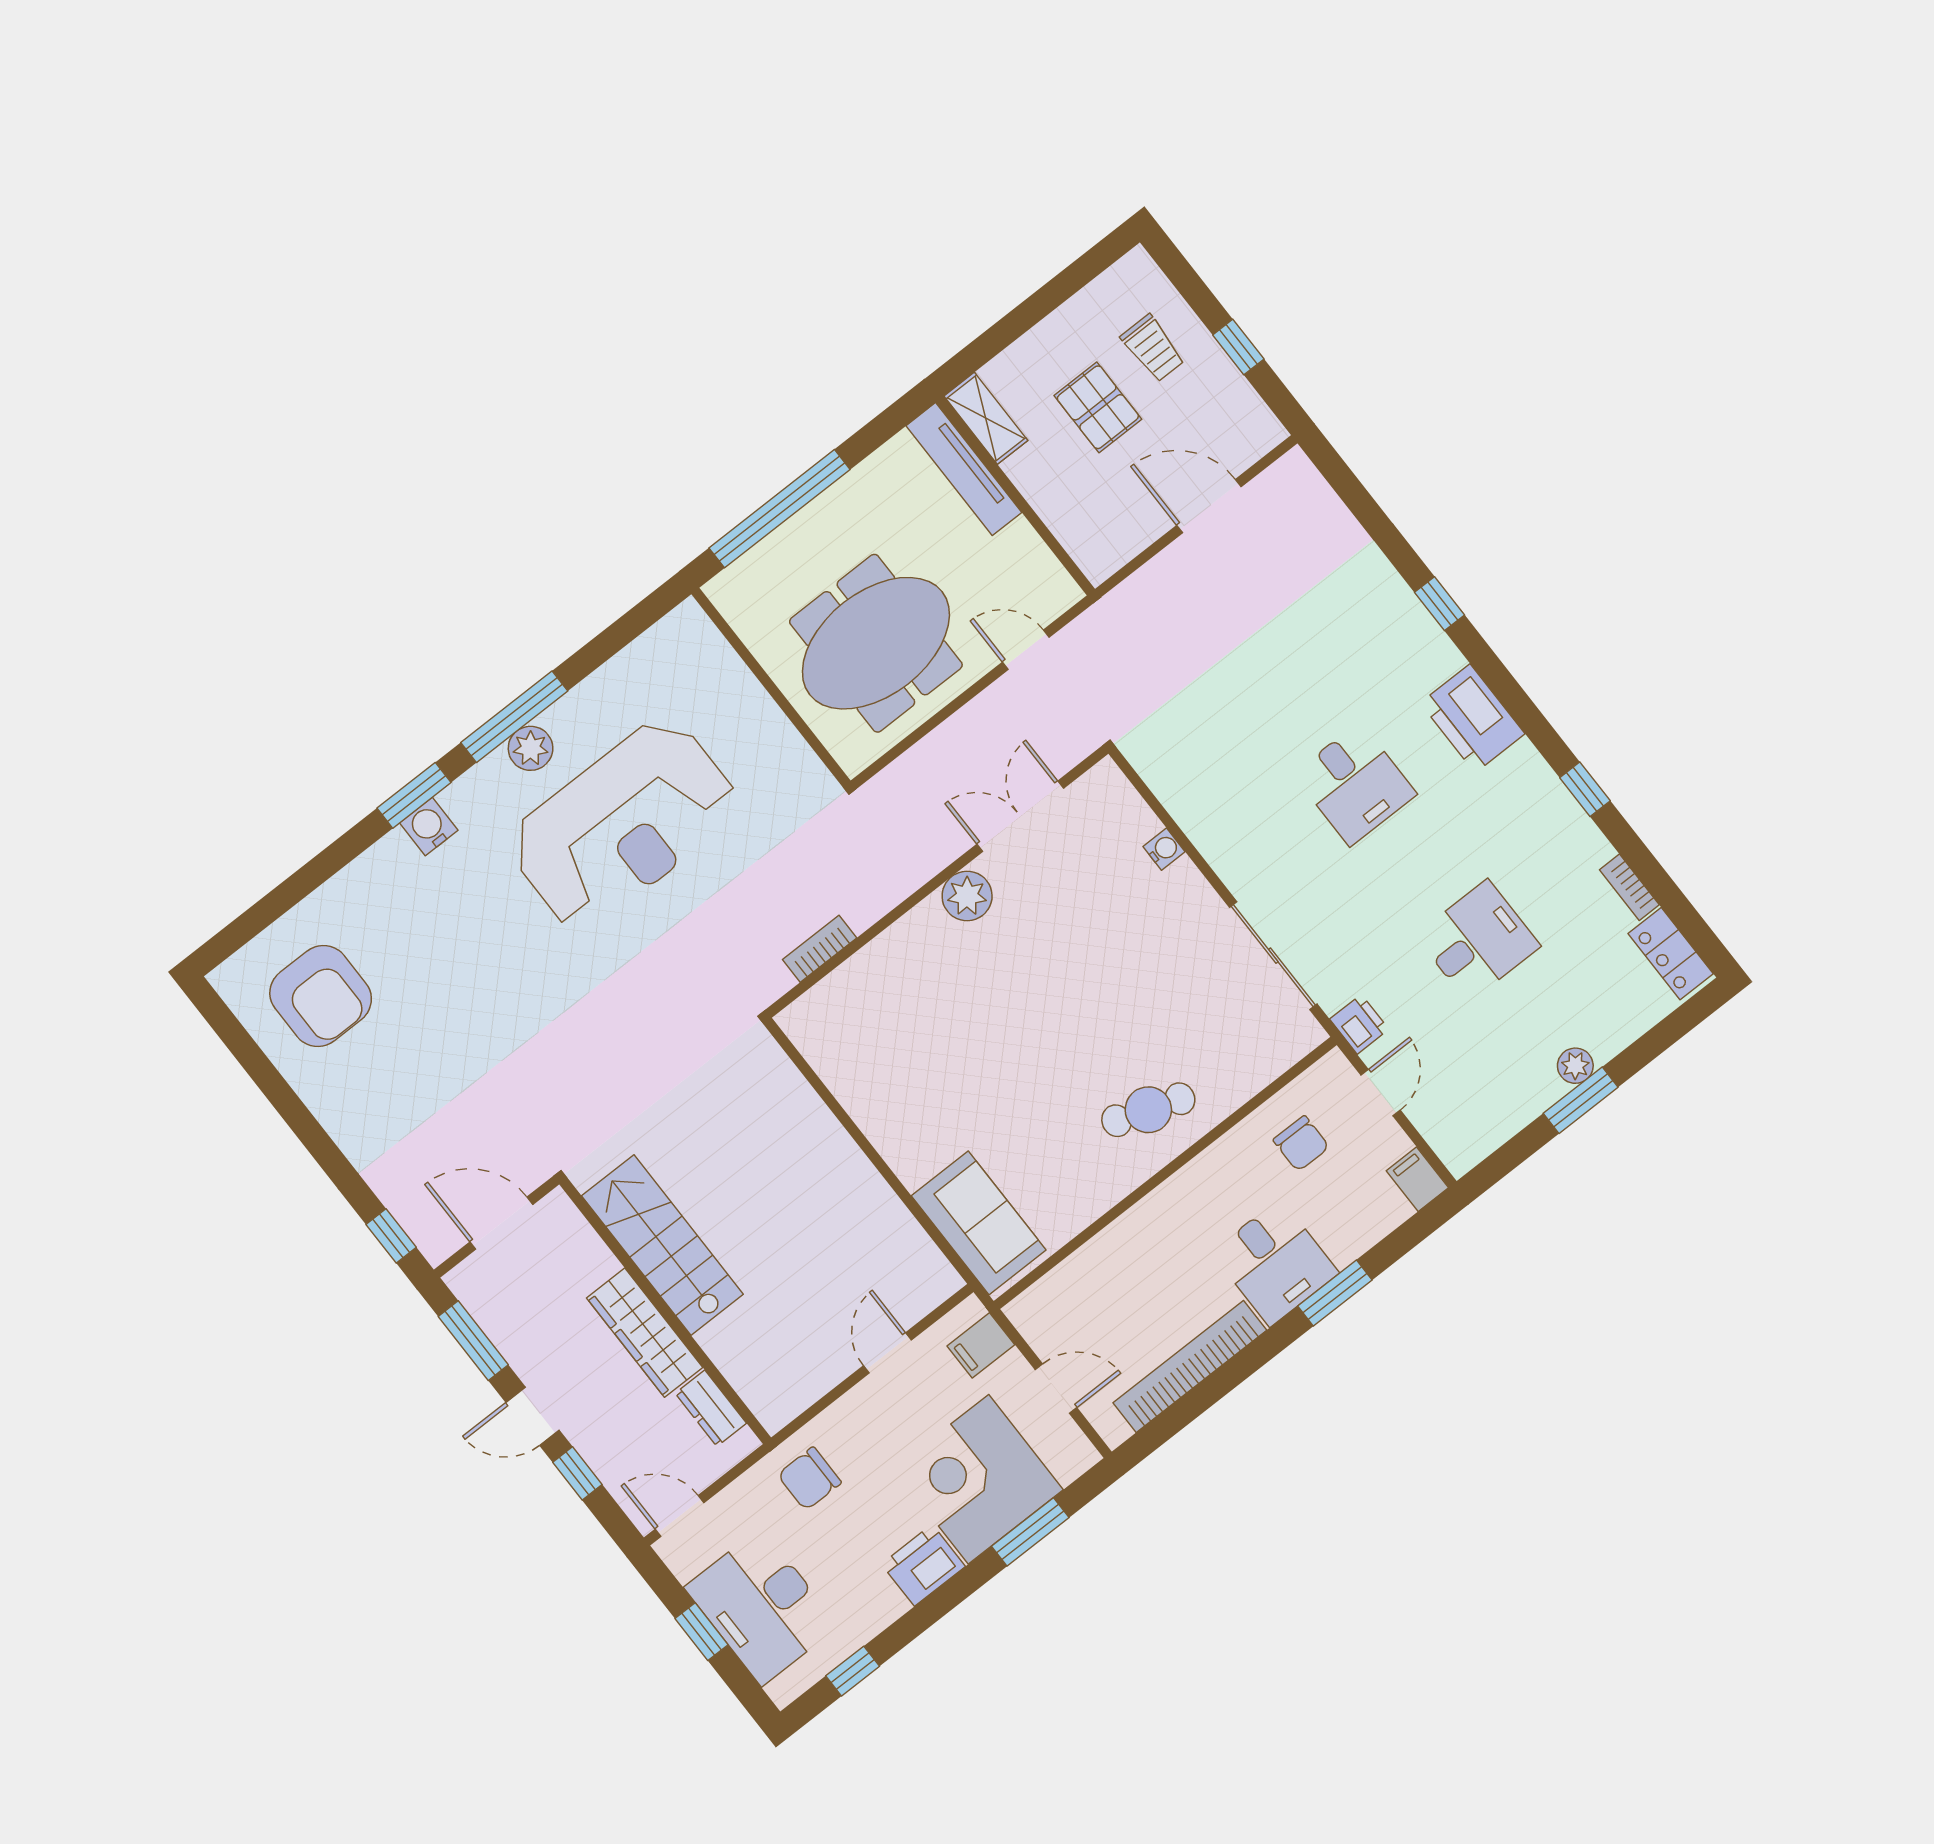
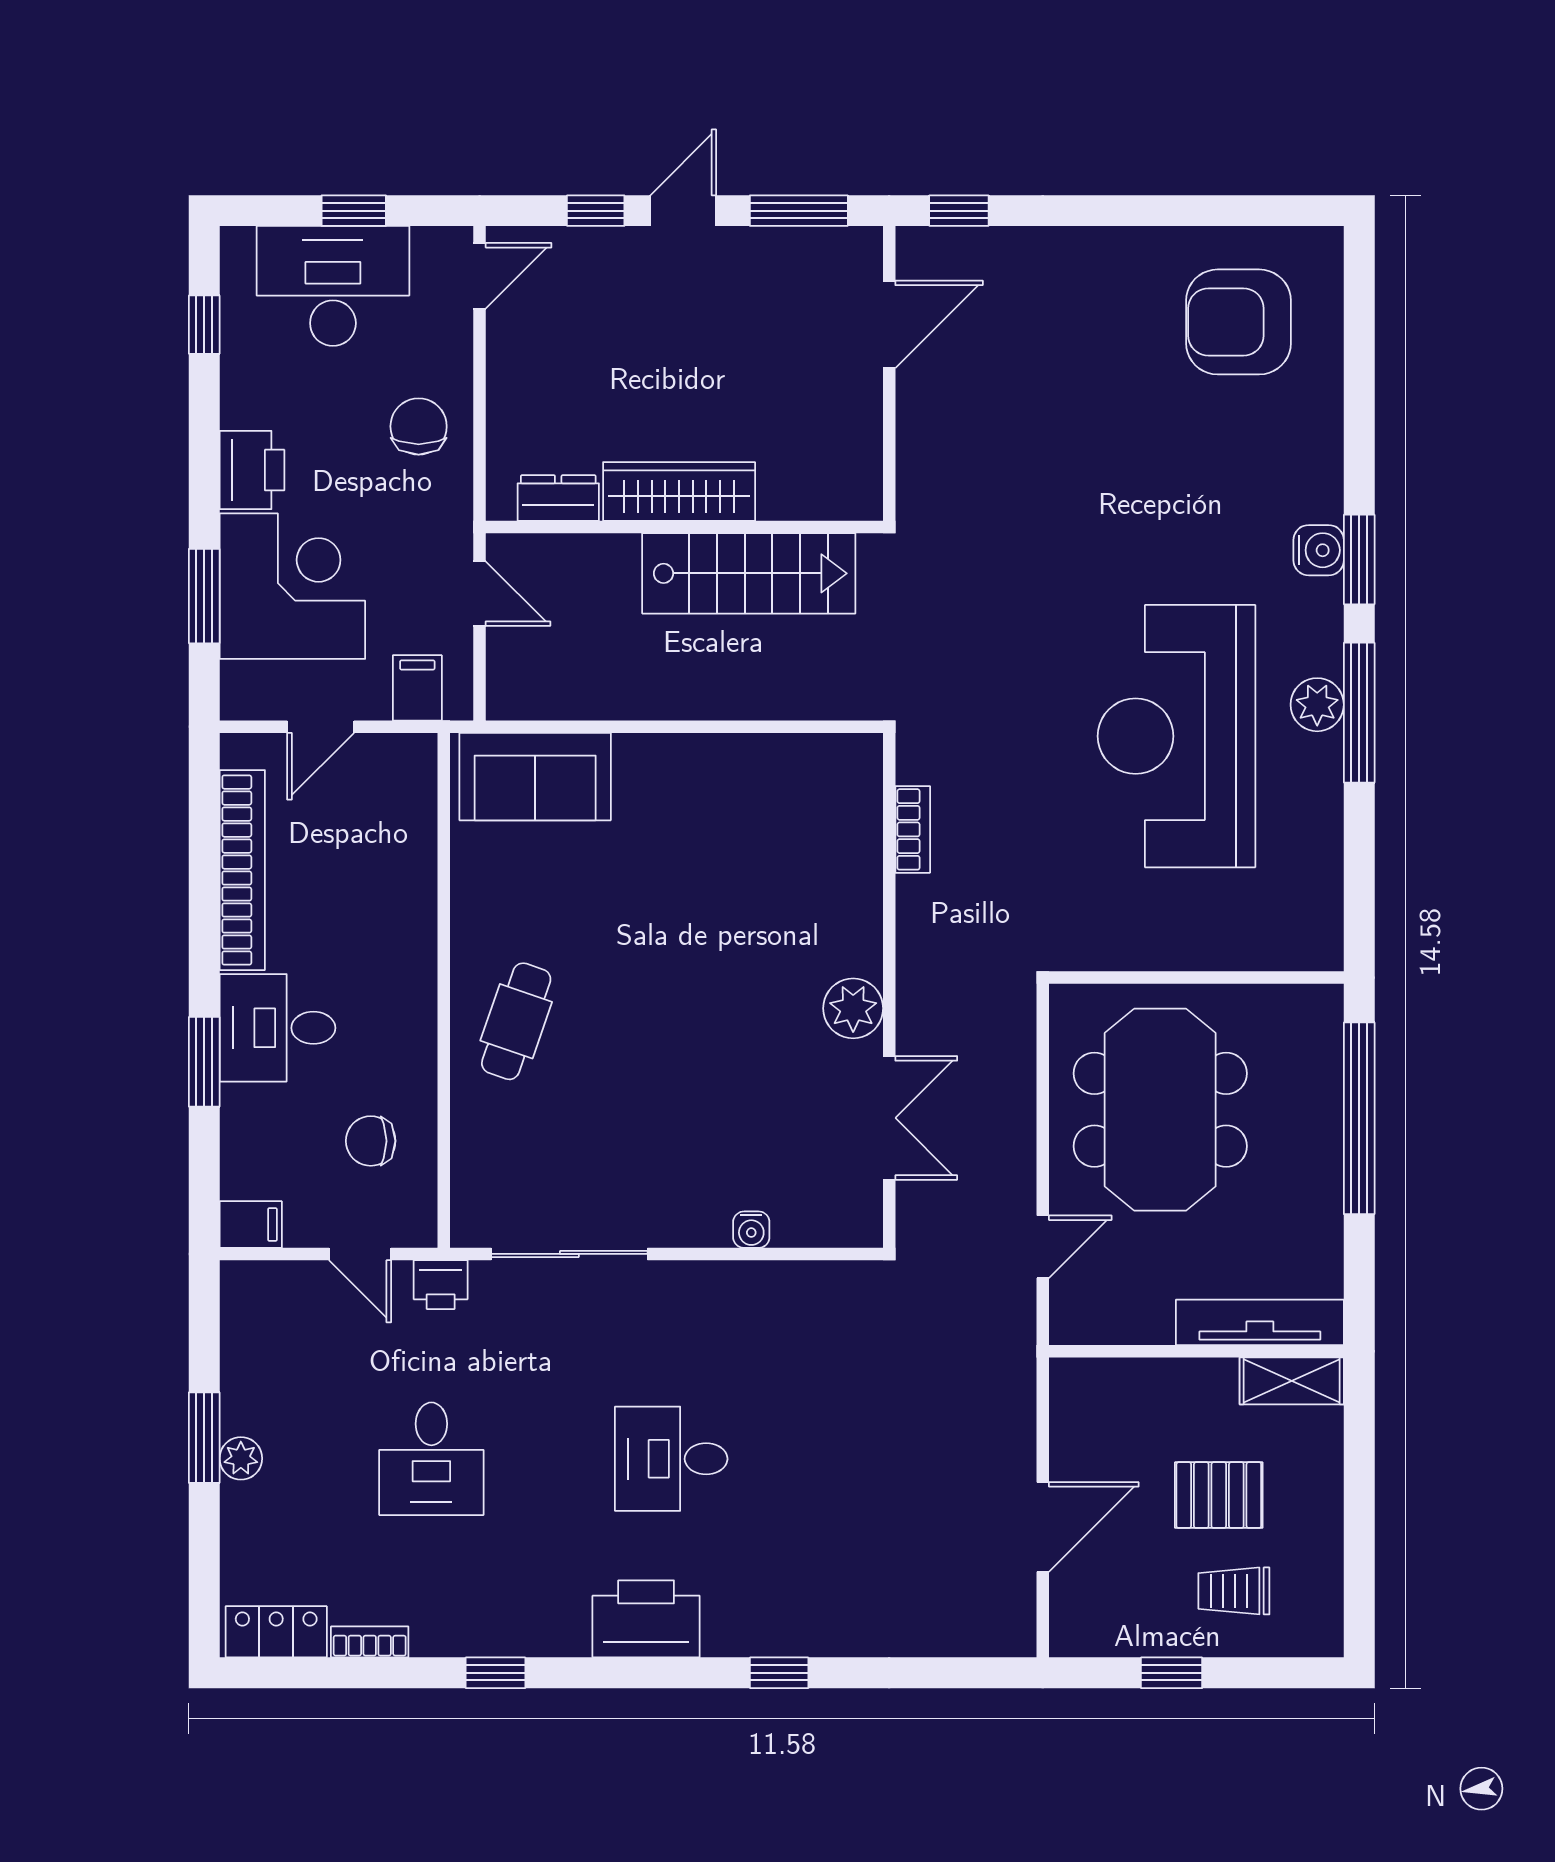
stairs: (662, 1245) -> (749, 573), moved
wall: (665, 1311) -> (684, 527), moved
wardrobe: (645, 1333) -> (679, 491), moved
dresser: (711, 1408) -> (558, 498), moved

